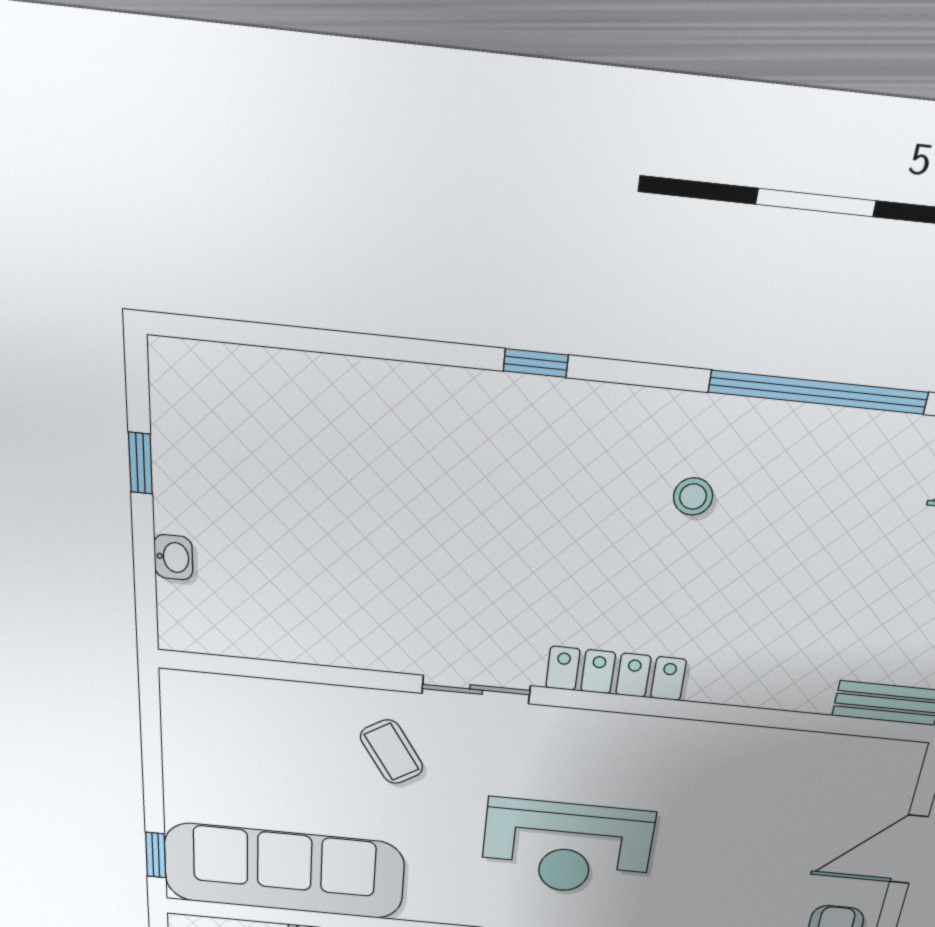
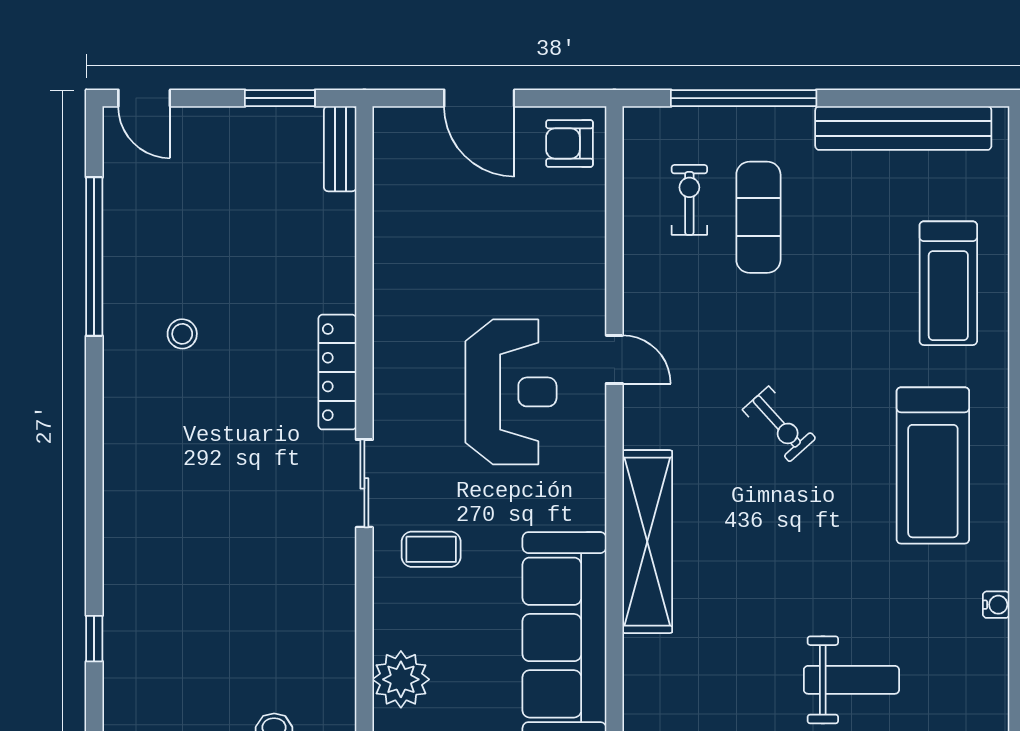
window: (536, 363) -> (94, 639), moved
plant: (237, 705) -> (401, 679), added
coffee table: (392, 752) -> (431, 549), turned 32

